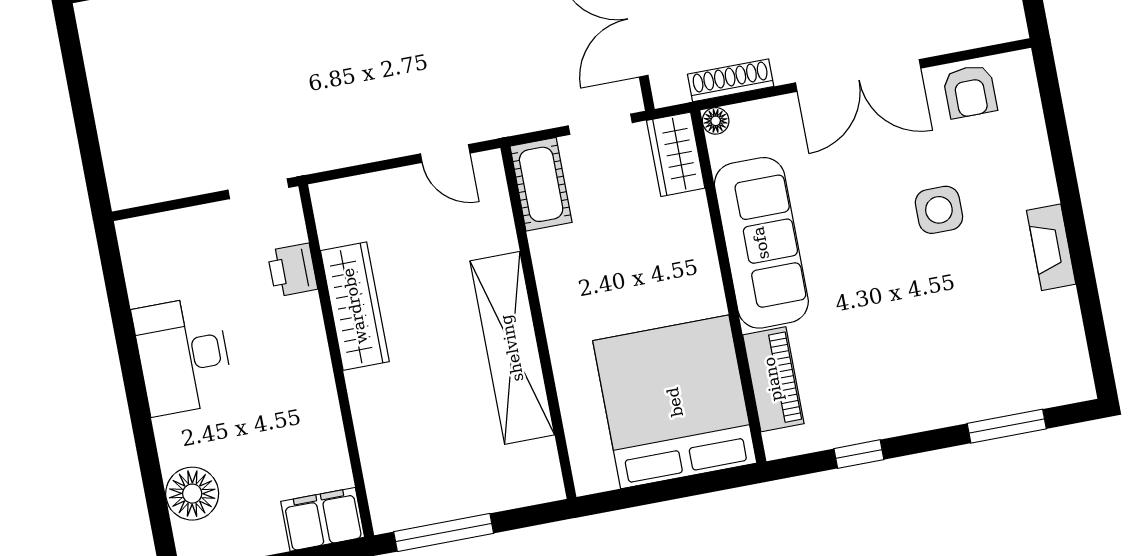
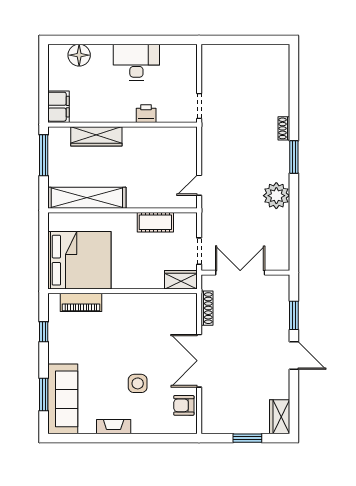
floor lamp: (716, 121) -> (191, 299), removed
cot: (541, 184) -> (155, 222), moved
sofa: (761, 243) -> (63, 399), moved, turned -90
printer: (292, 270) -> (146, 114), moved
wardrobe: (355, 306) -> (96, 136), moved
shelving: (512, 348) -> (87, 198), moved

